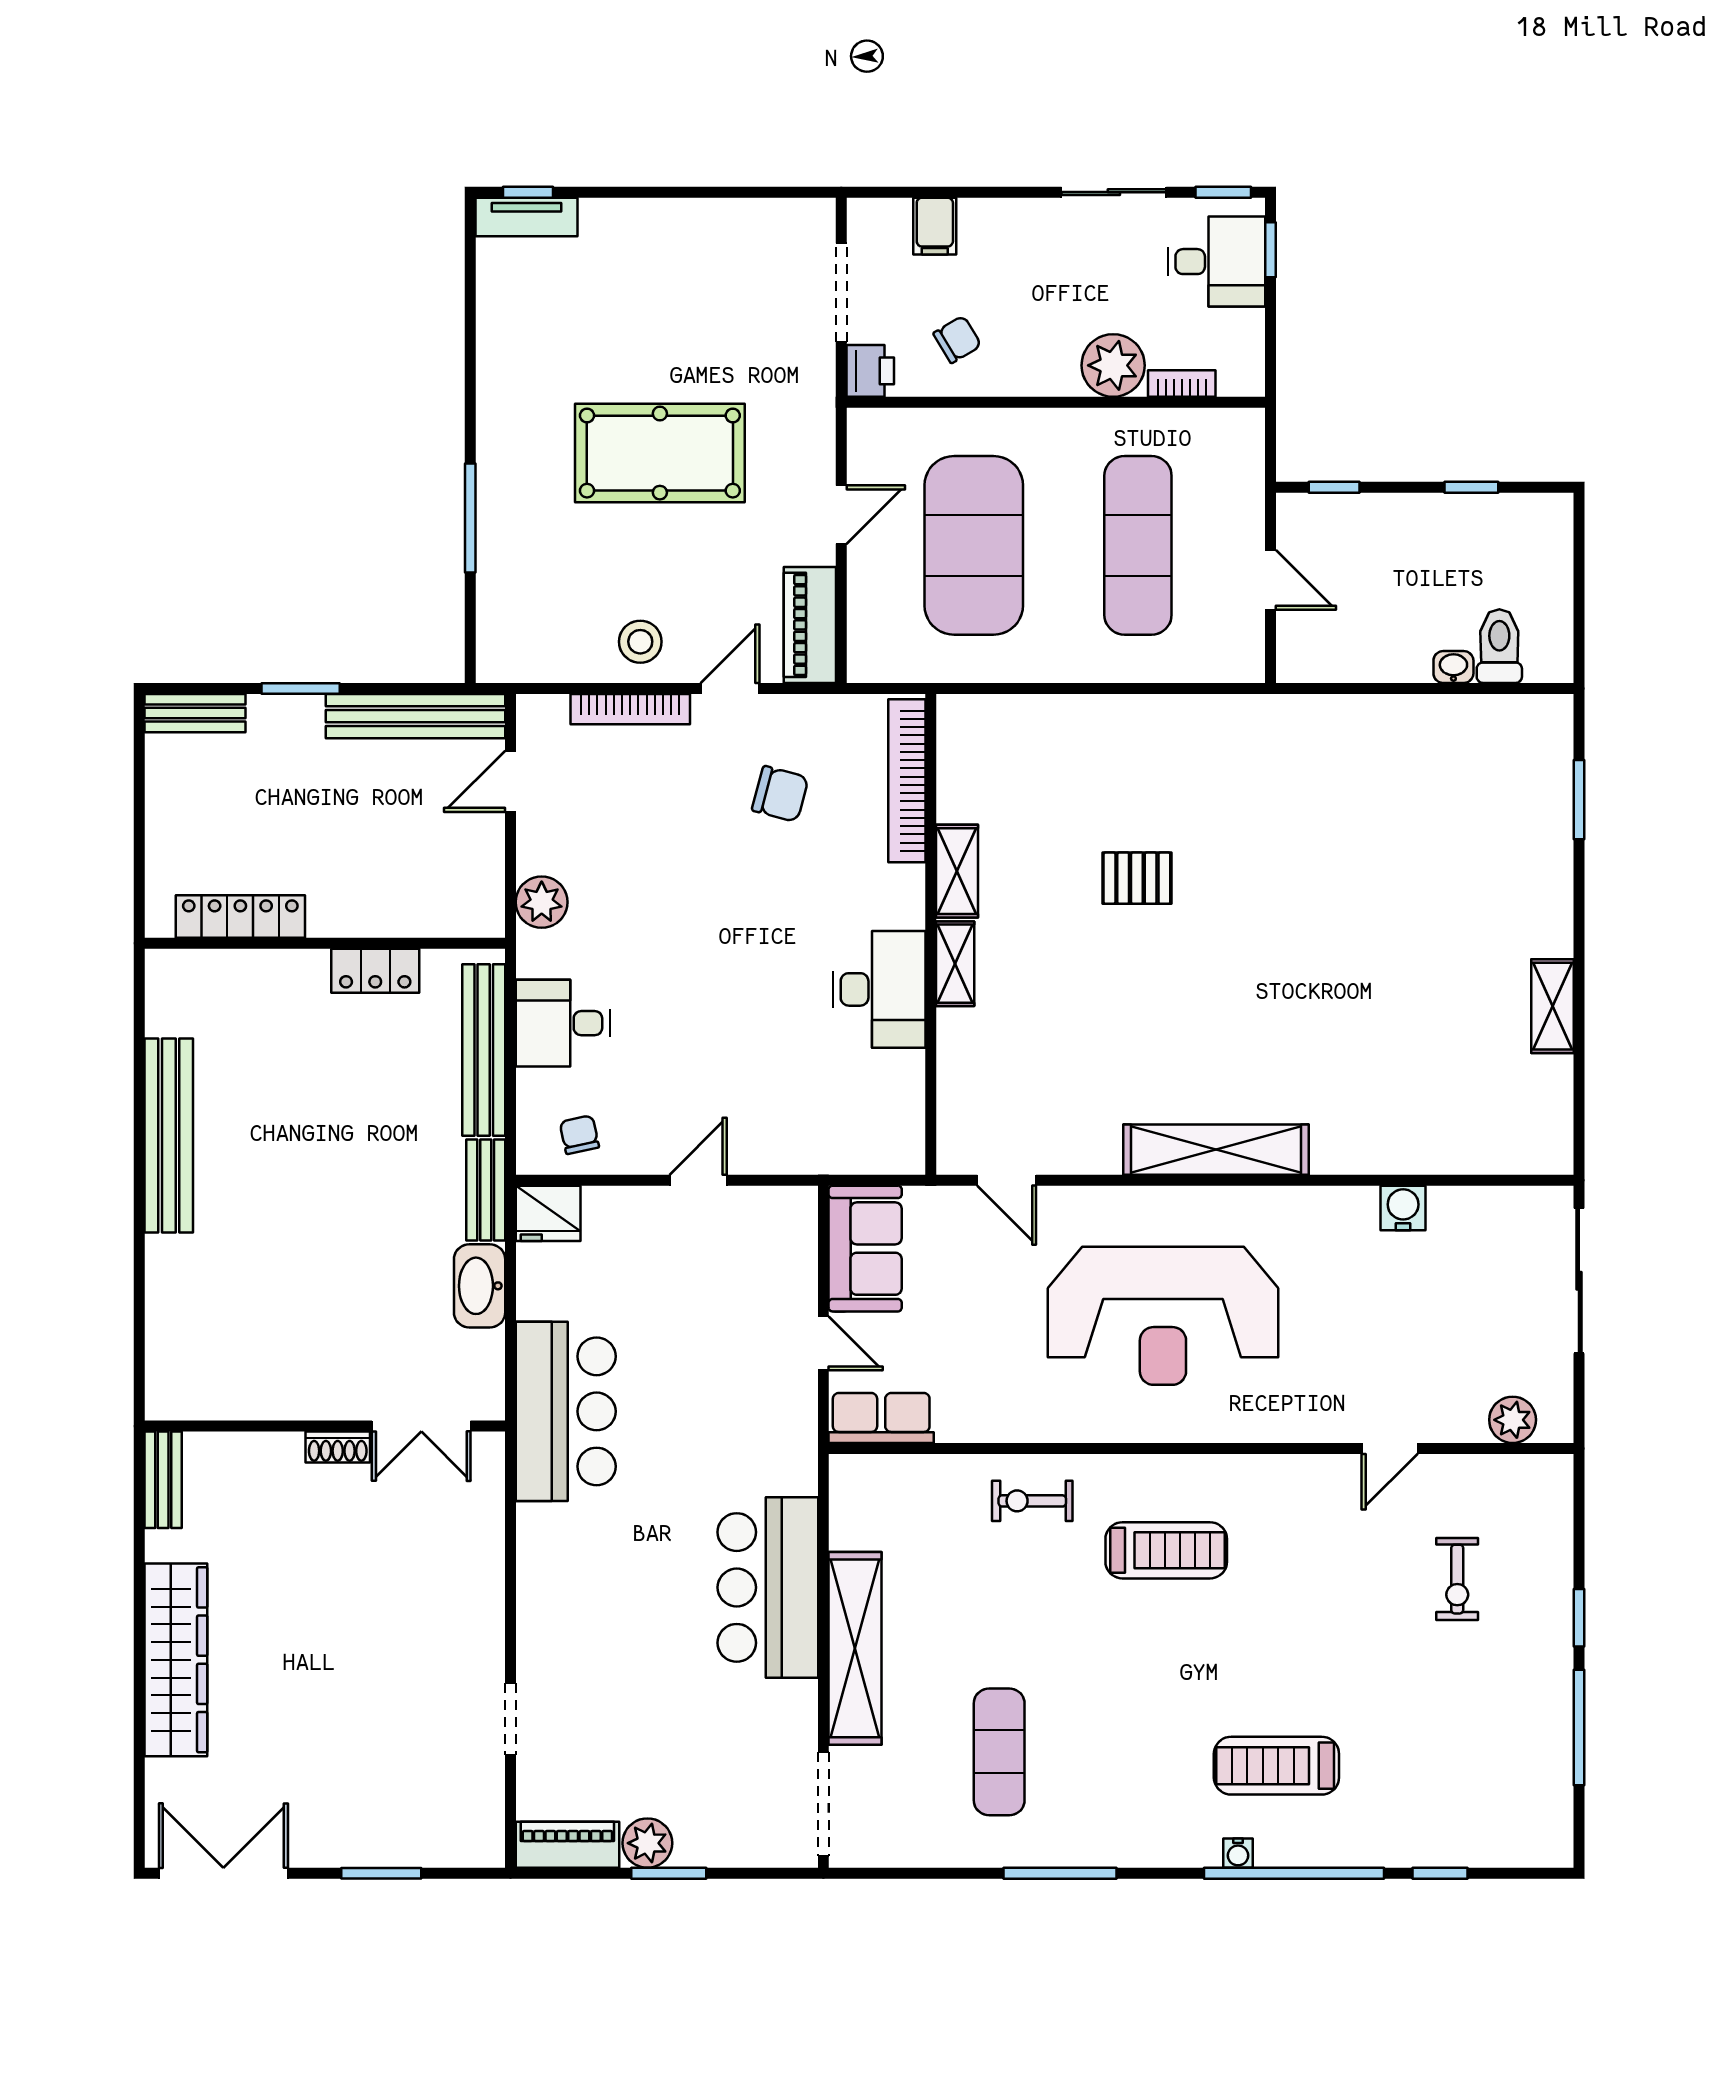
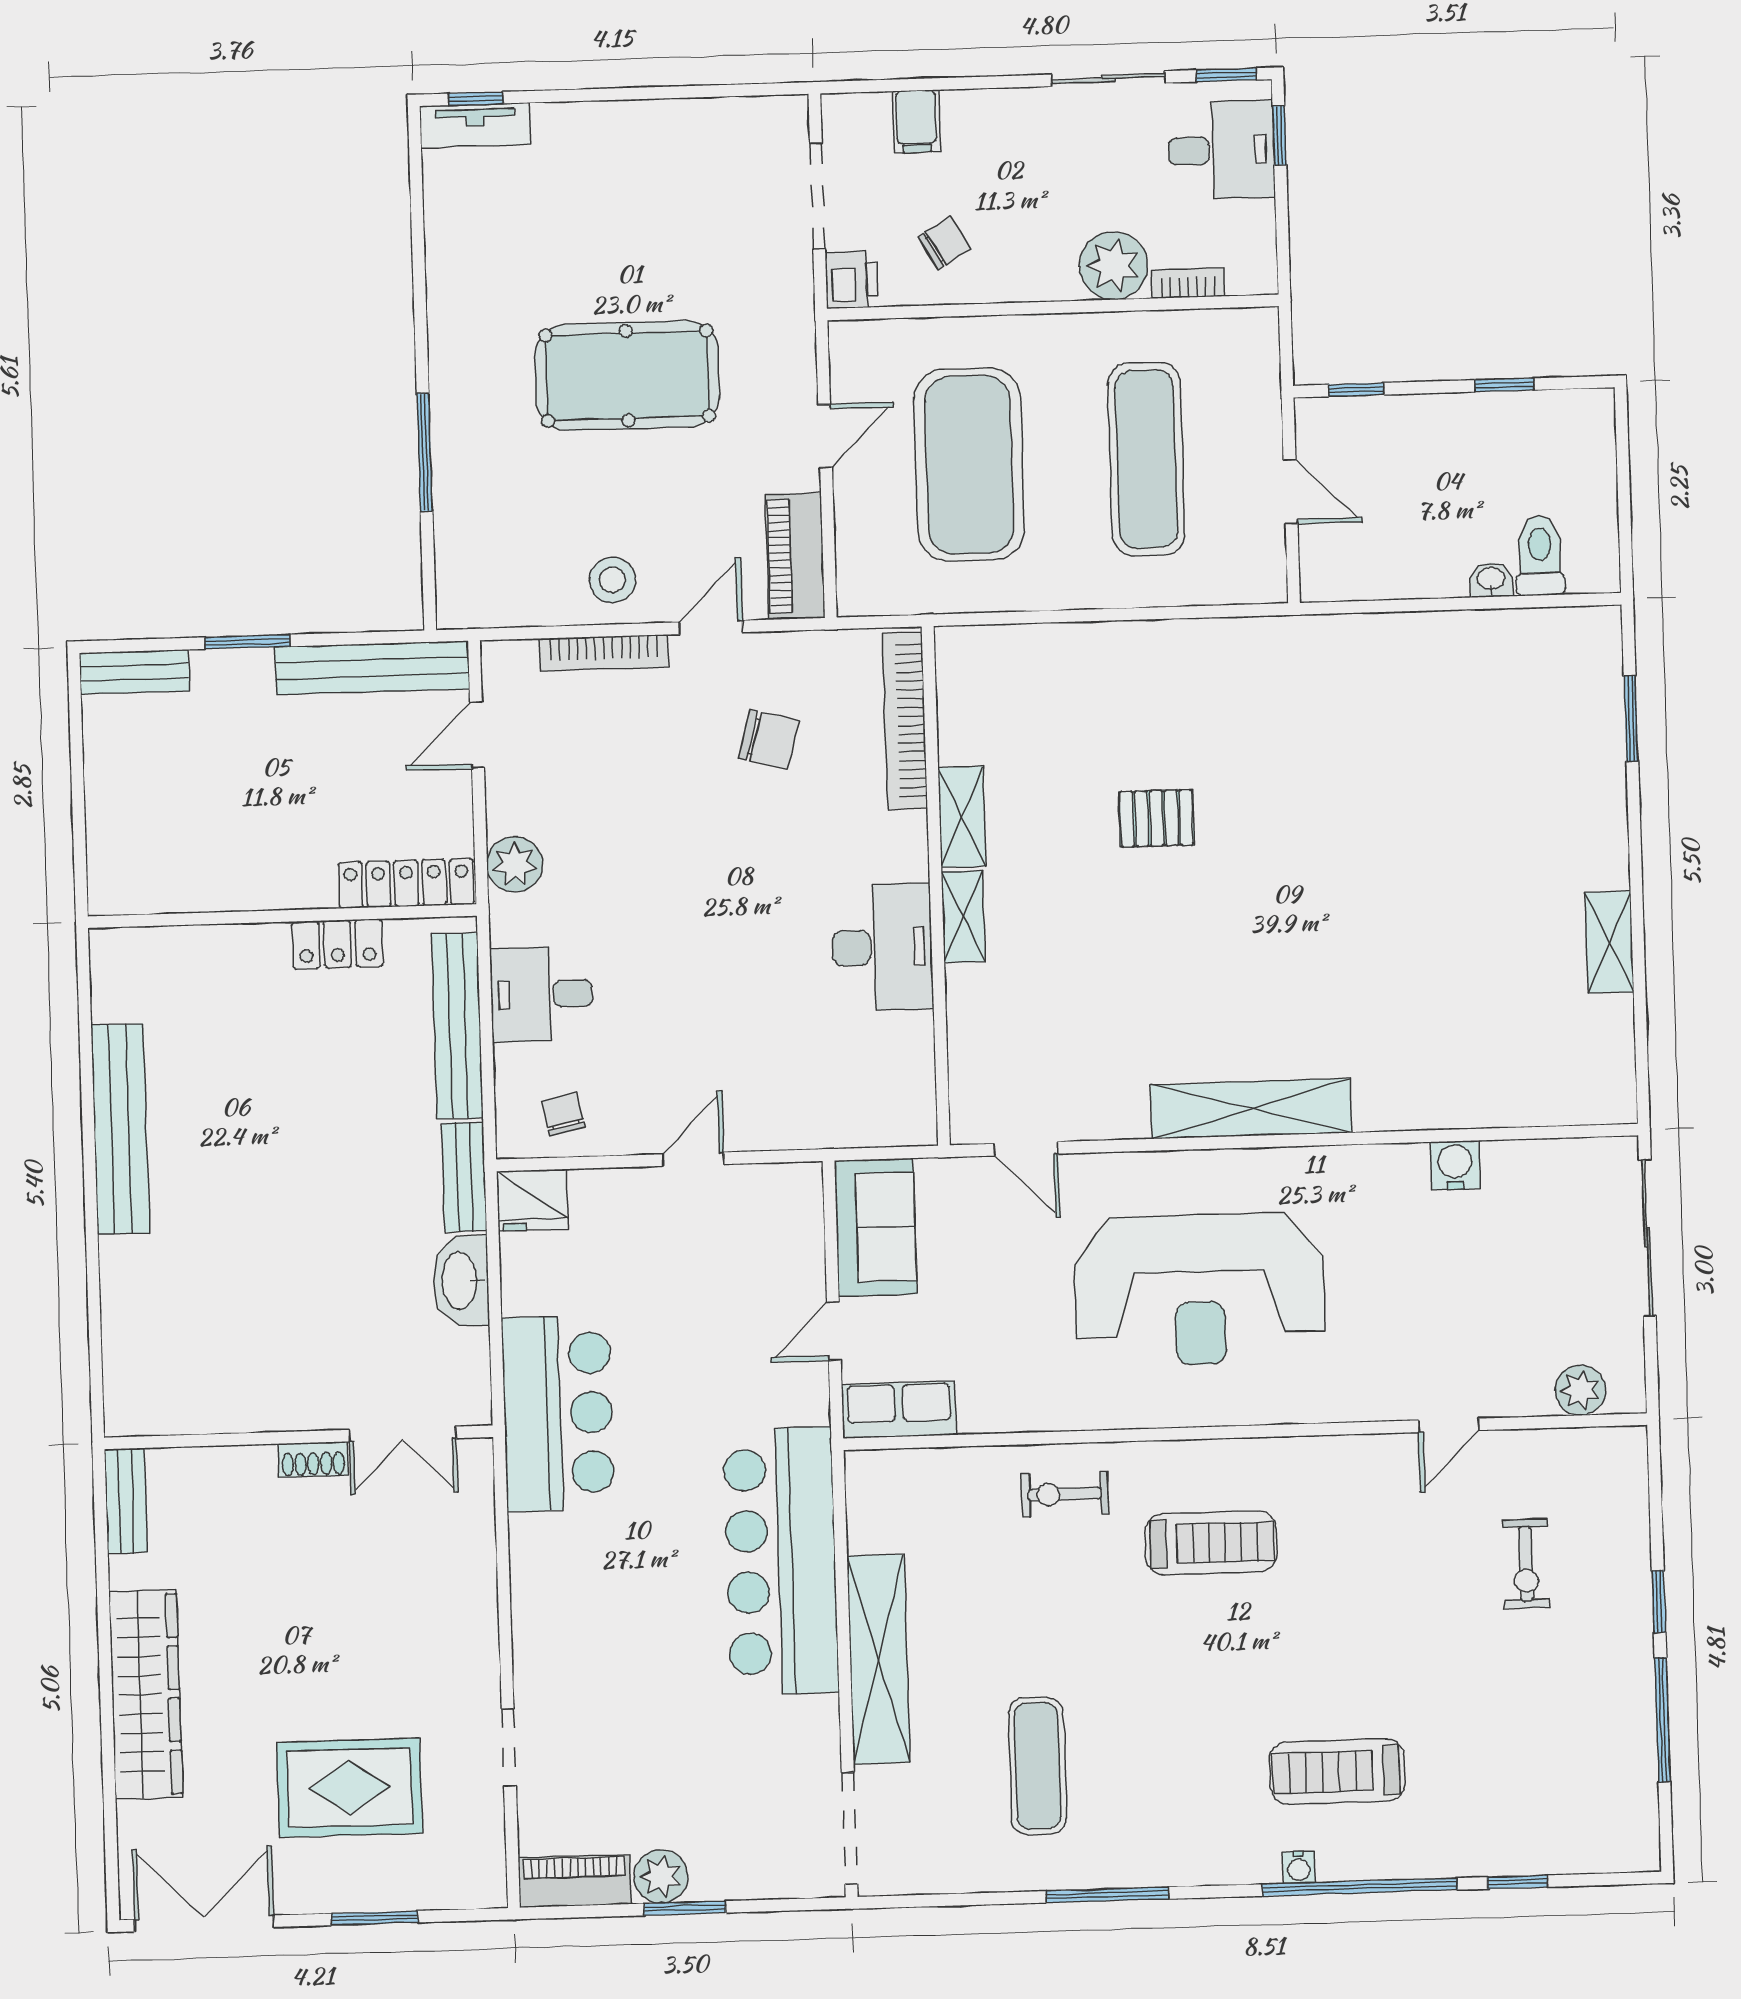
locker: (240, 917) -> (406, 883), moved
door: (823, 1343) -> (834, 1331), swing flipped
bar counter: (768, 1587) -> (781, 1561), width x1.36
rug: (362, 1752) -> (350, 1788), added

